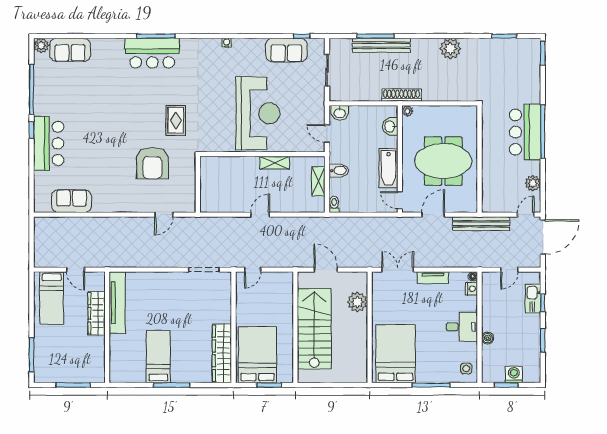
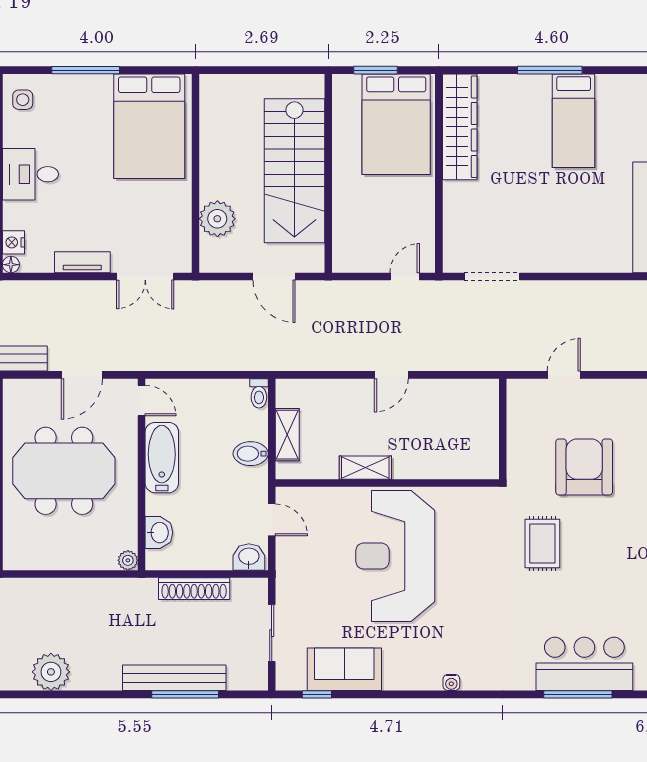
shoe rack: (401, 95) -> (194, 589), moved

